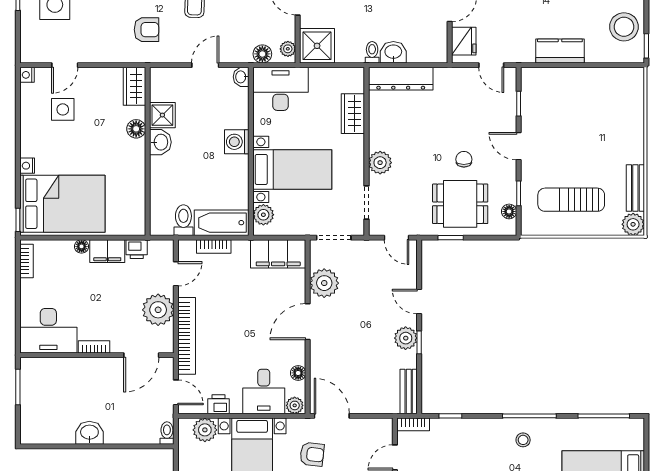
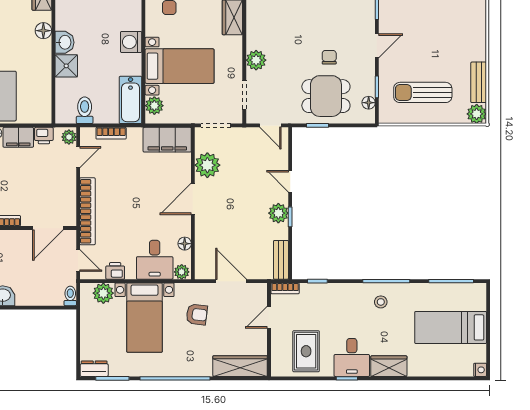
shower: (162, 115) -> (66, 66), moved
door: (519, 146) -> (377, 46), swing flipped
bathtub: (222, 223) -> (131, 100), moved, turned -90
plant: (158, 310) -> (69, 137), moved, width x0.53, depth x0.53
door: (332, 416) -> (231, 281), moved

